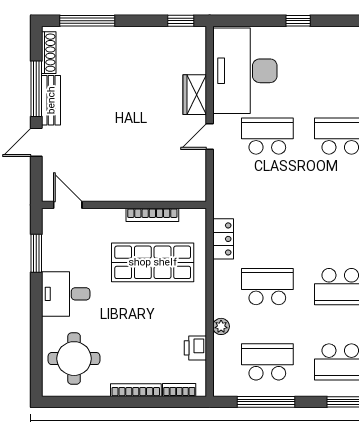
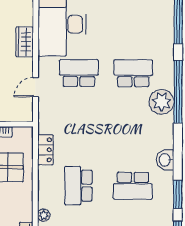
door: (210, 136) -> (36, 87), moved
school desk: (267, 287) -> (78, 186), turned -90

